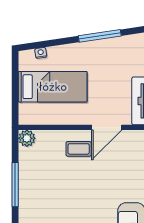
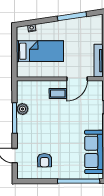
plant: (27, 138) -> (22, 109), moved

